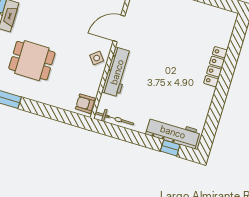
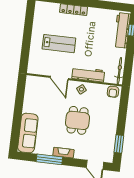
lab bench: (169, 37) -> (59, 44), added
dining table: (32, 61) -> (78, 120), moved

